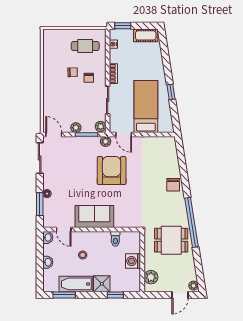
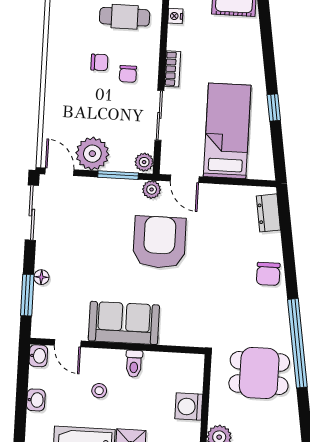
plant: (76, 128) -> (92, 154), width x1.87, depth x1.87
dresser: (171, 151) -> (268, 213), added
toilet: (115, 239) -> (134, 364), moved

